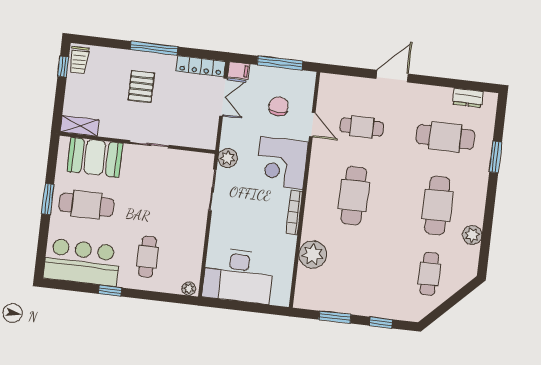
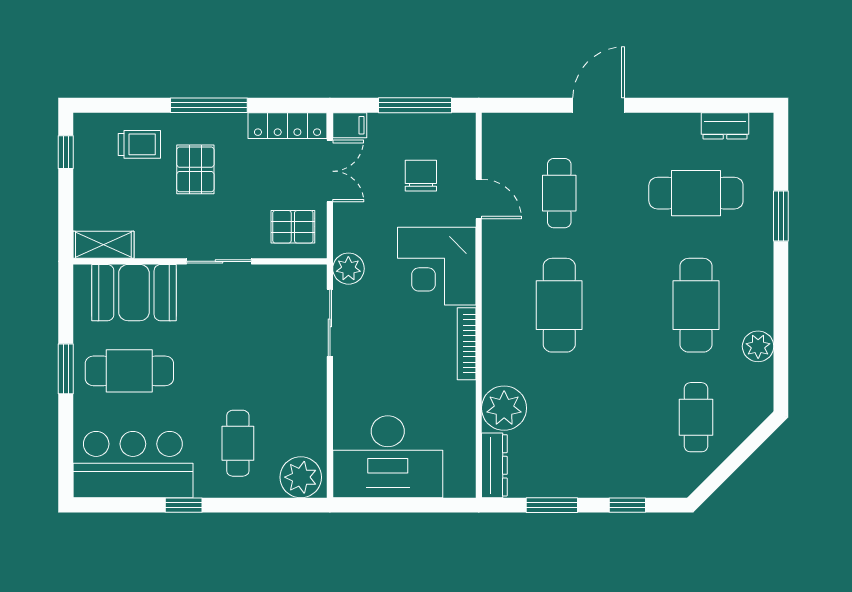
trolley: (79, 60) -> (139, 144), moved, turned -90
cafe table: (362, 127) -> (559, 193), turned 90
pallet: (197, 128) -> (293, 227), added
plant: (189, 289) -> (301, 477), width x1.88, depth x1.88
dresser: (303, 289) -> (494, 465), added

